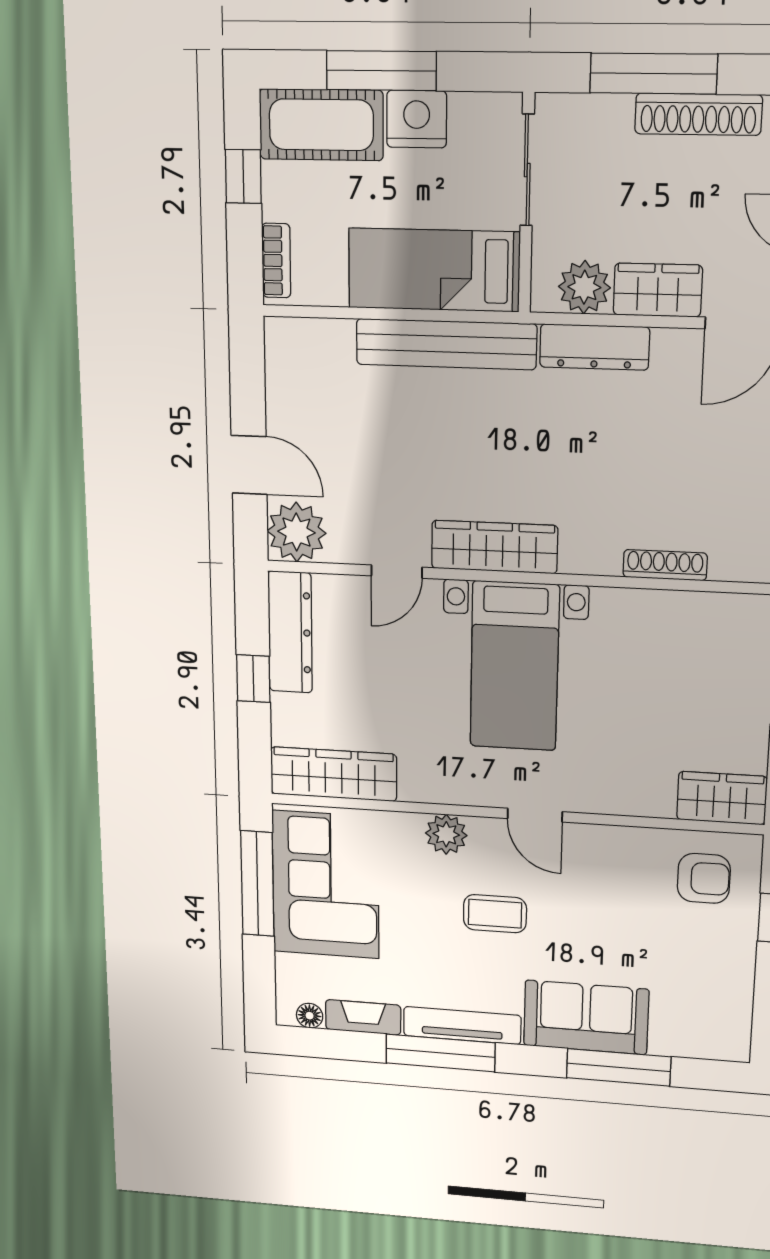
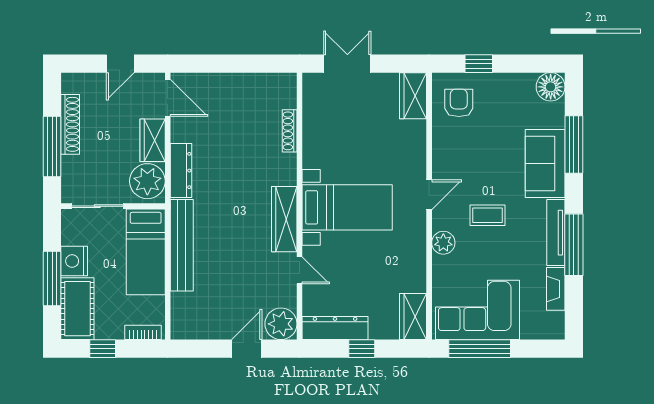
plant: (584, 287) -> (147, 181), width x1.36, depth x1.36
wardrobe: (334, 774) -> (413, 317), width x0.67
coffee table: (495, 914) -> (488, 215), turned 90
floor lamp: (310, 1016) -> (551, 87), moved, width x1.89, depth x1.89

